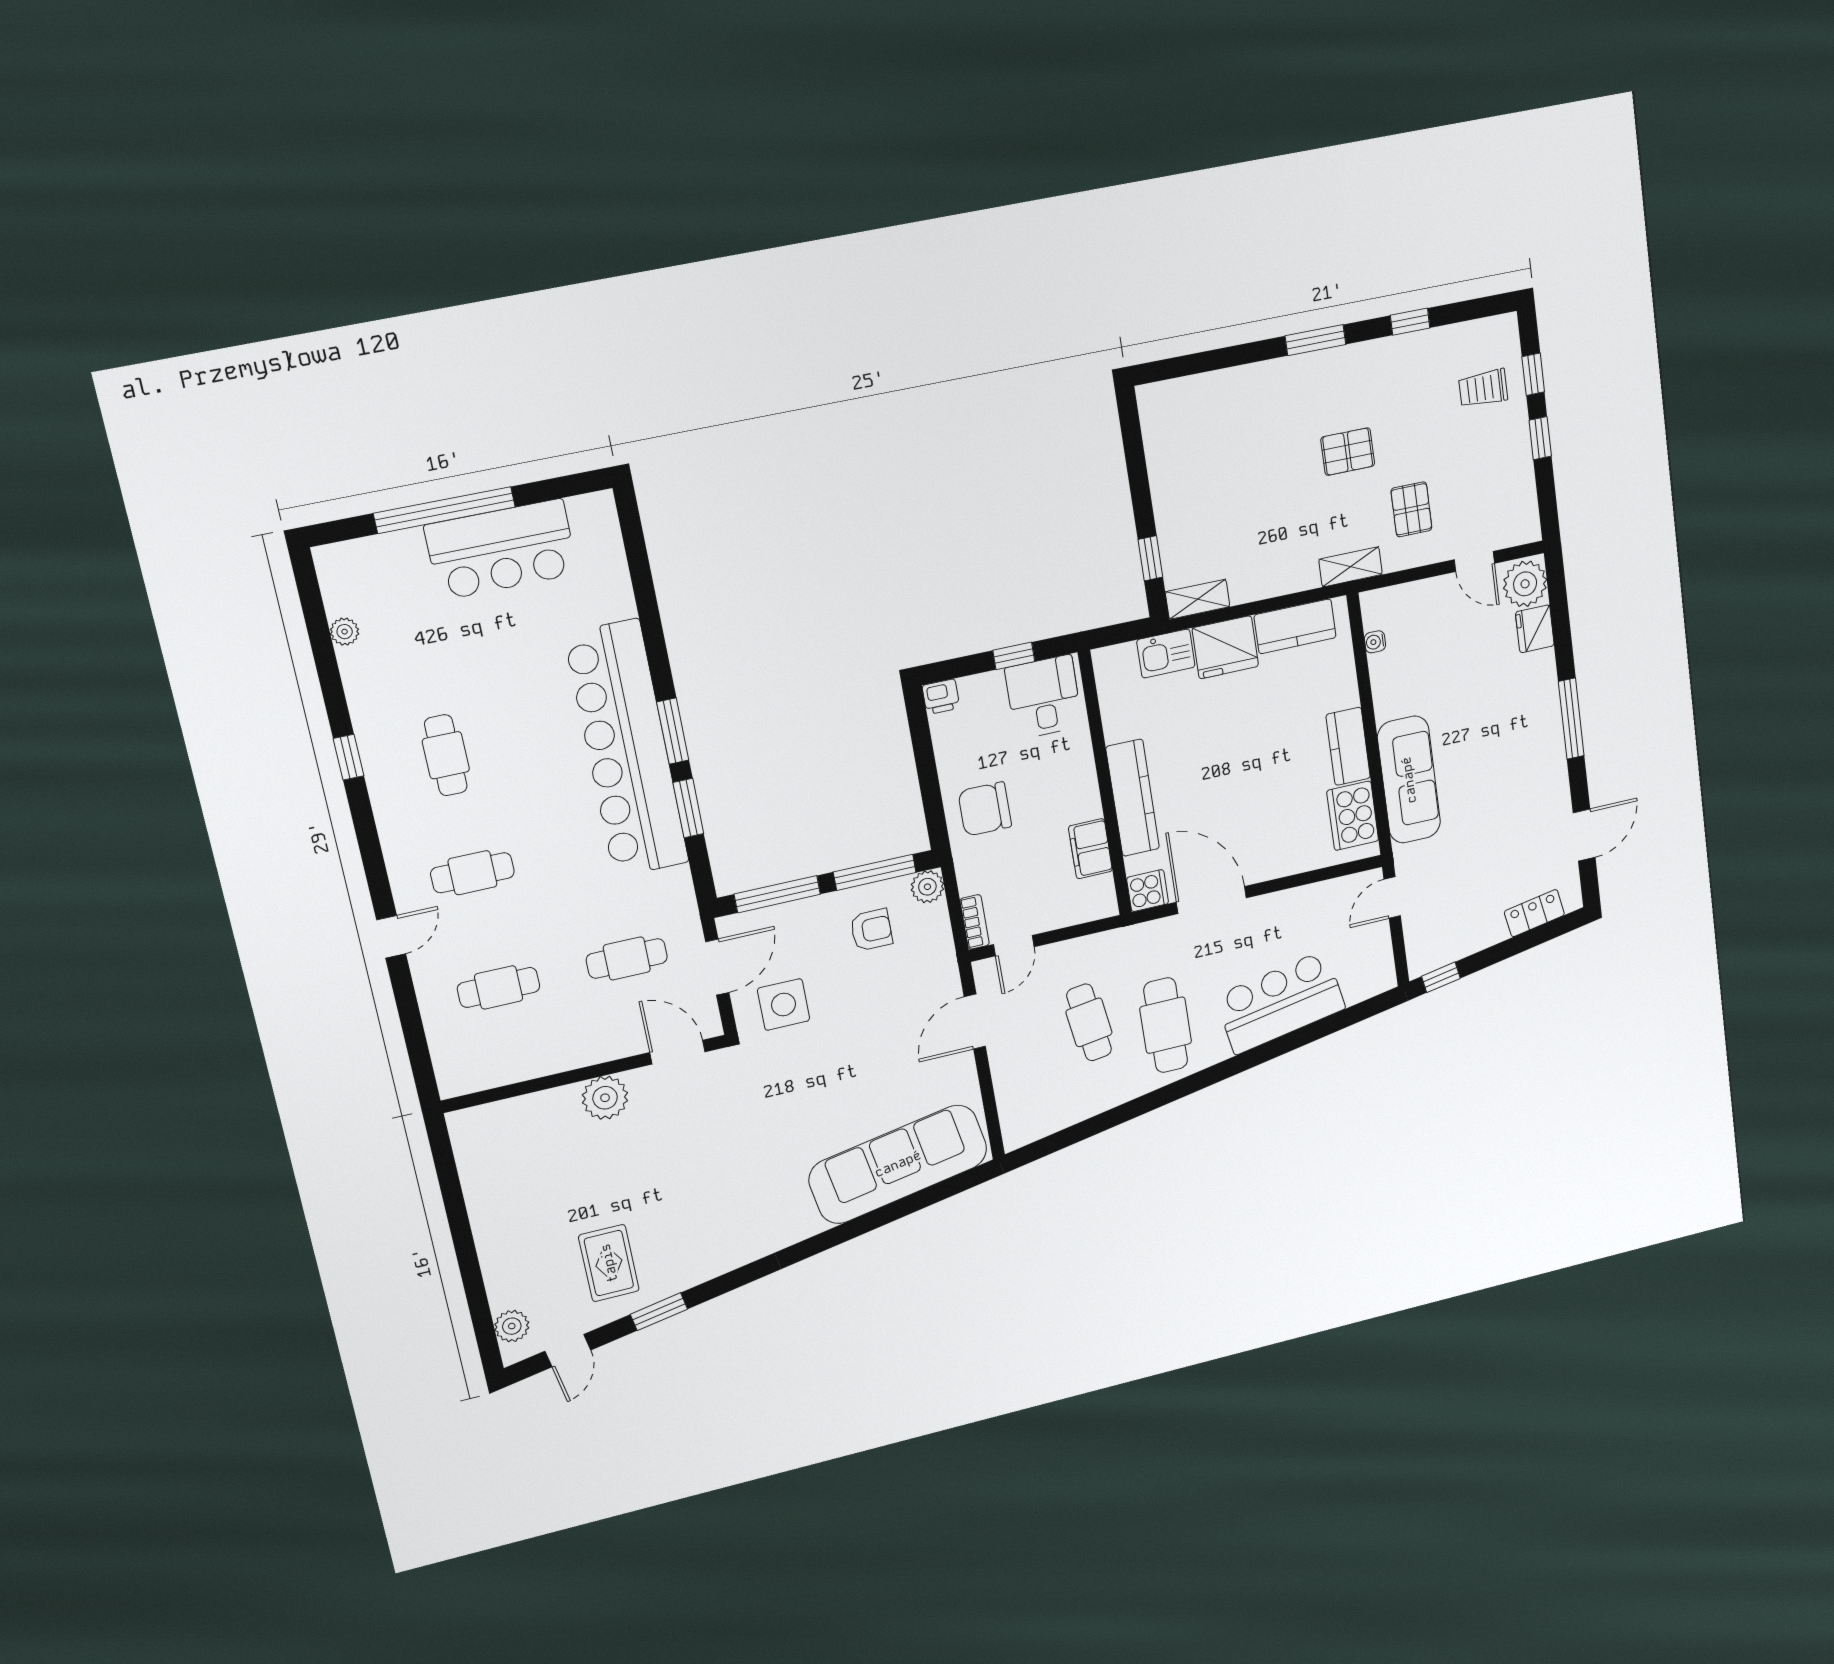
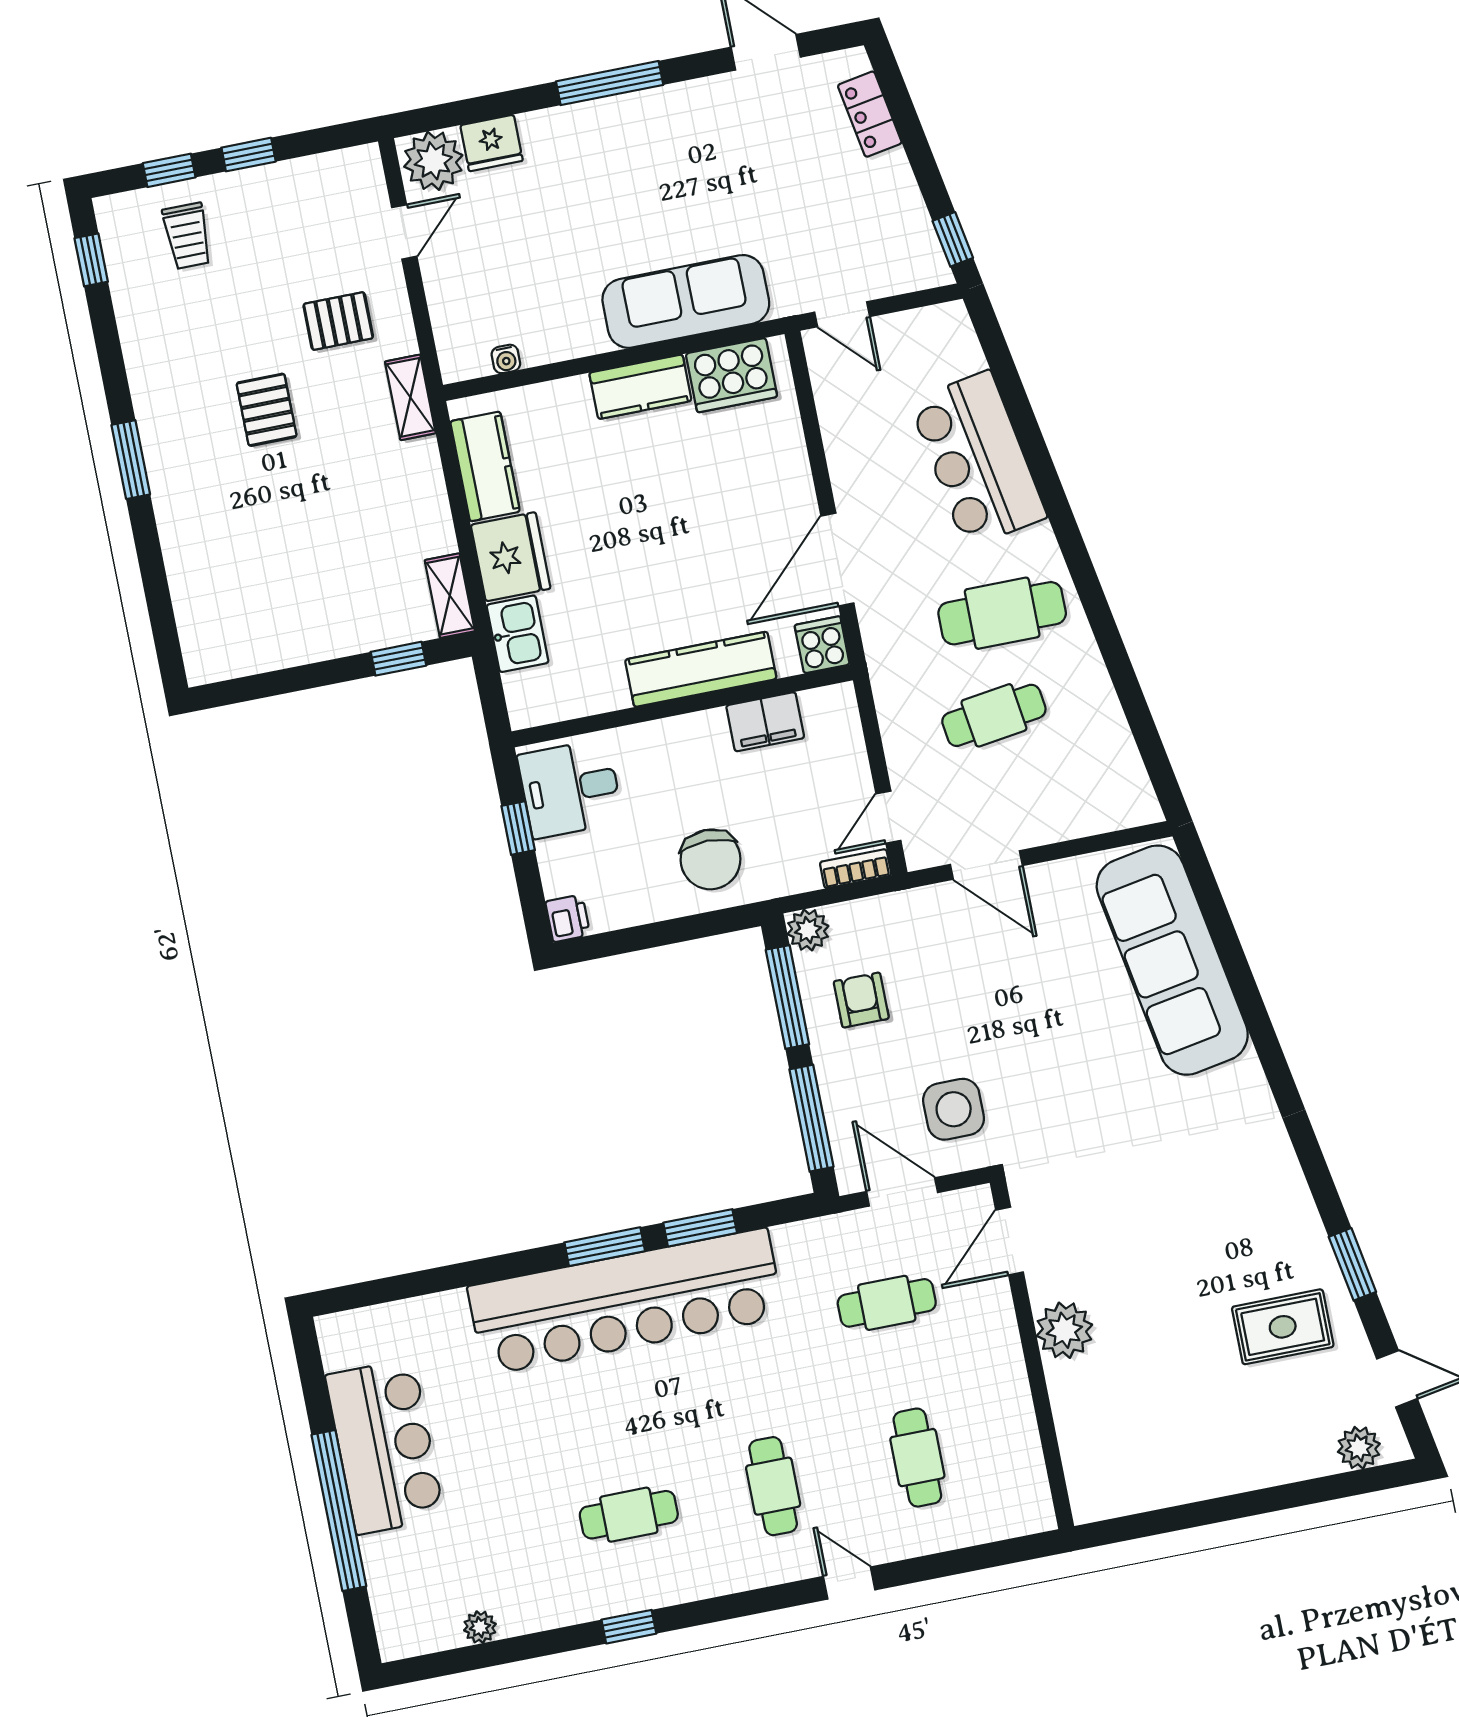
window: (1410, 322) -> (91, 260), moved
door: (1014, 946) -> (888, 817), swing flipped
cafe table: (627, 958) -> (887, 1303), turned 90

